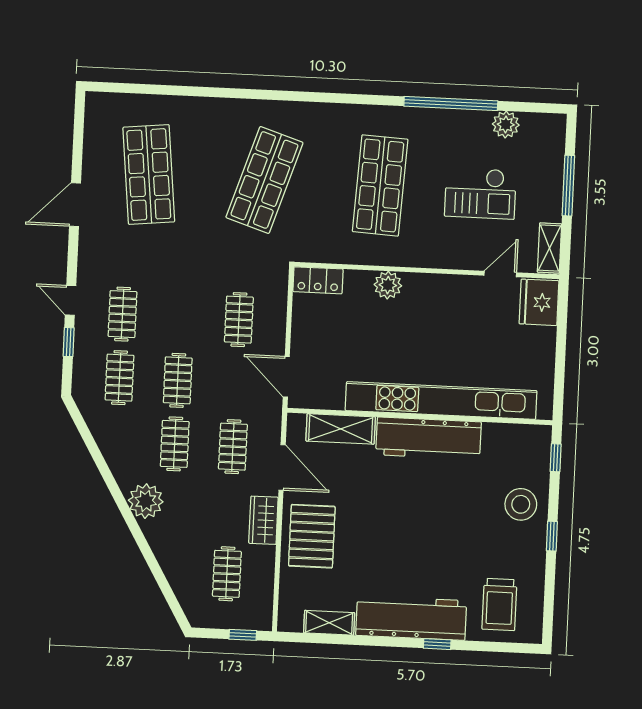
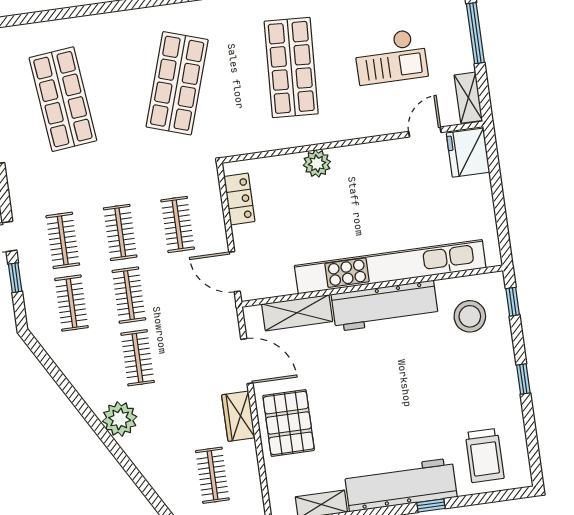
locker: (318, 280) -> (239, 199), moved, turned -90
clothes rail: (233, 447) -> (120, 232), moved
stool: (521, 504) -> (470, 316), moved

